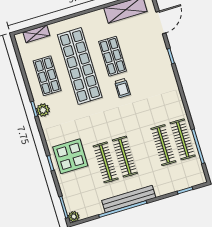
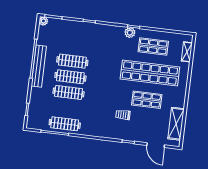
trolley: (122, 88) -> (123, 115), moved
clothes rail: (163, 145) -> (68, 92), moved
display table: (70, 156) -> (88, 38), removed

